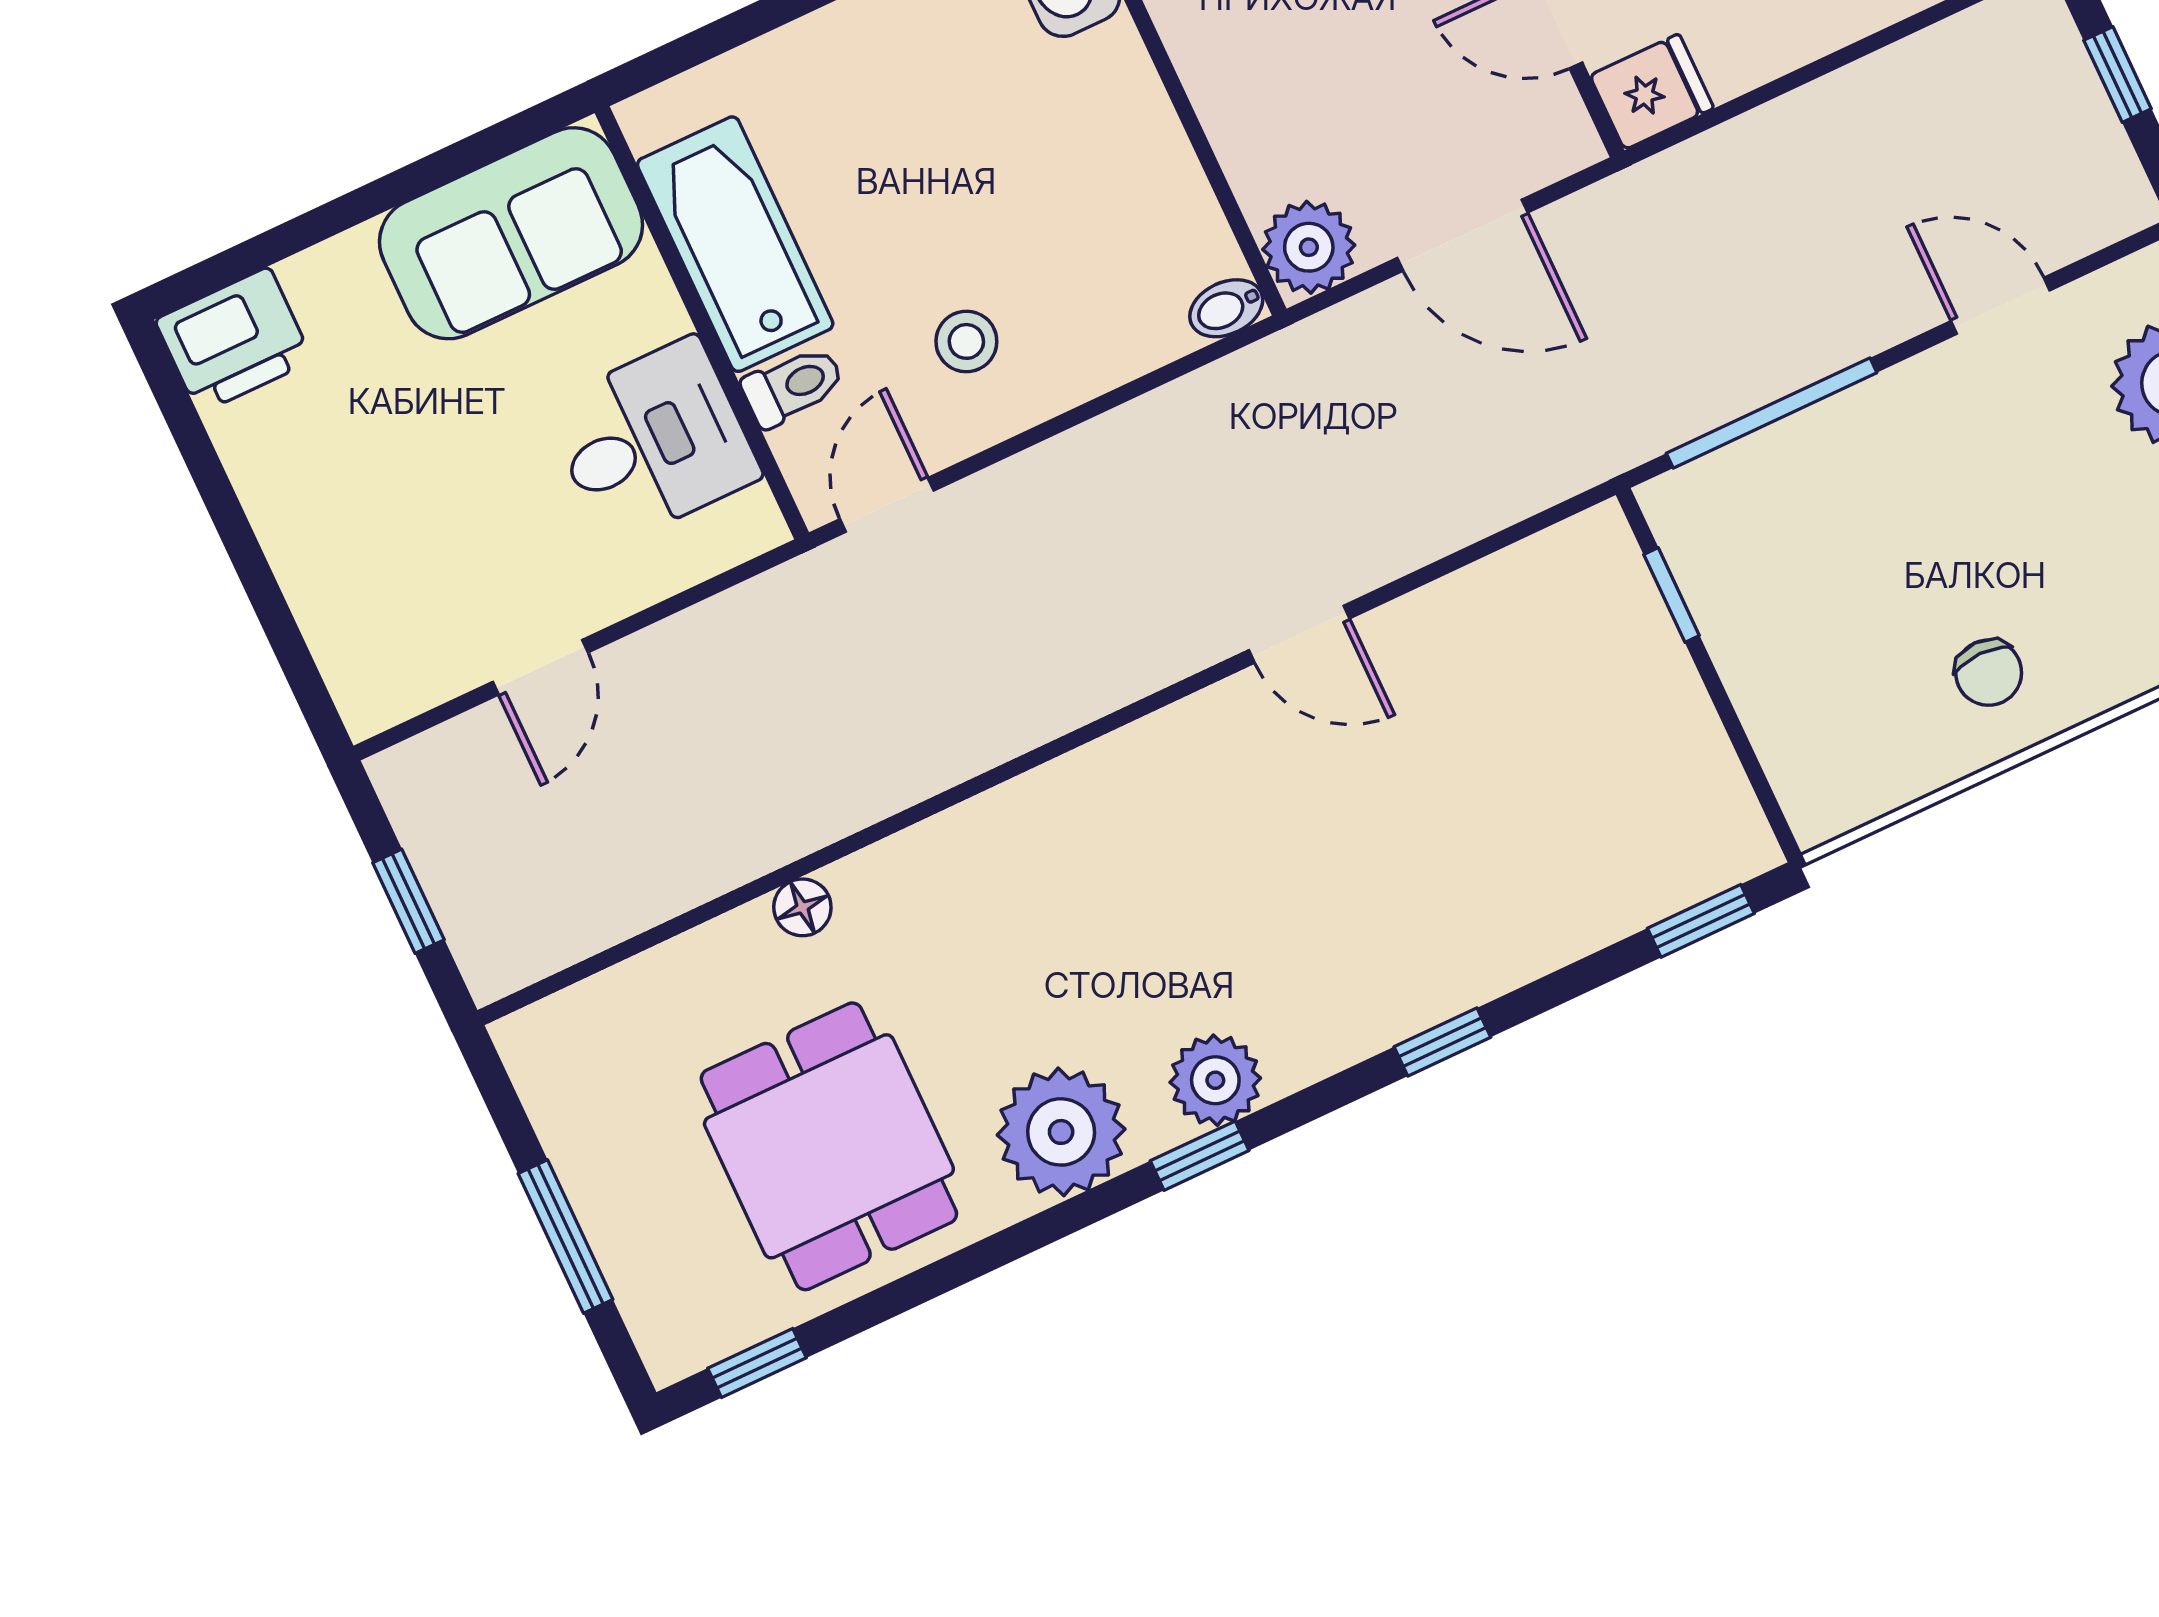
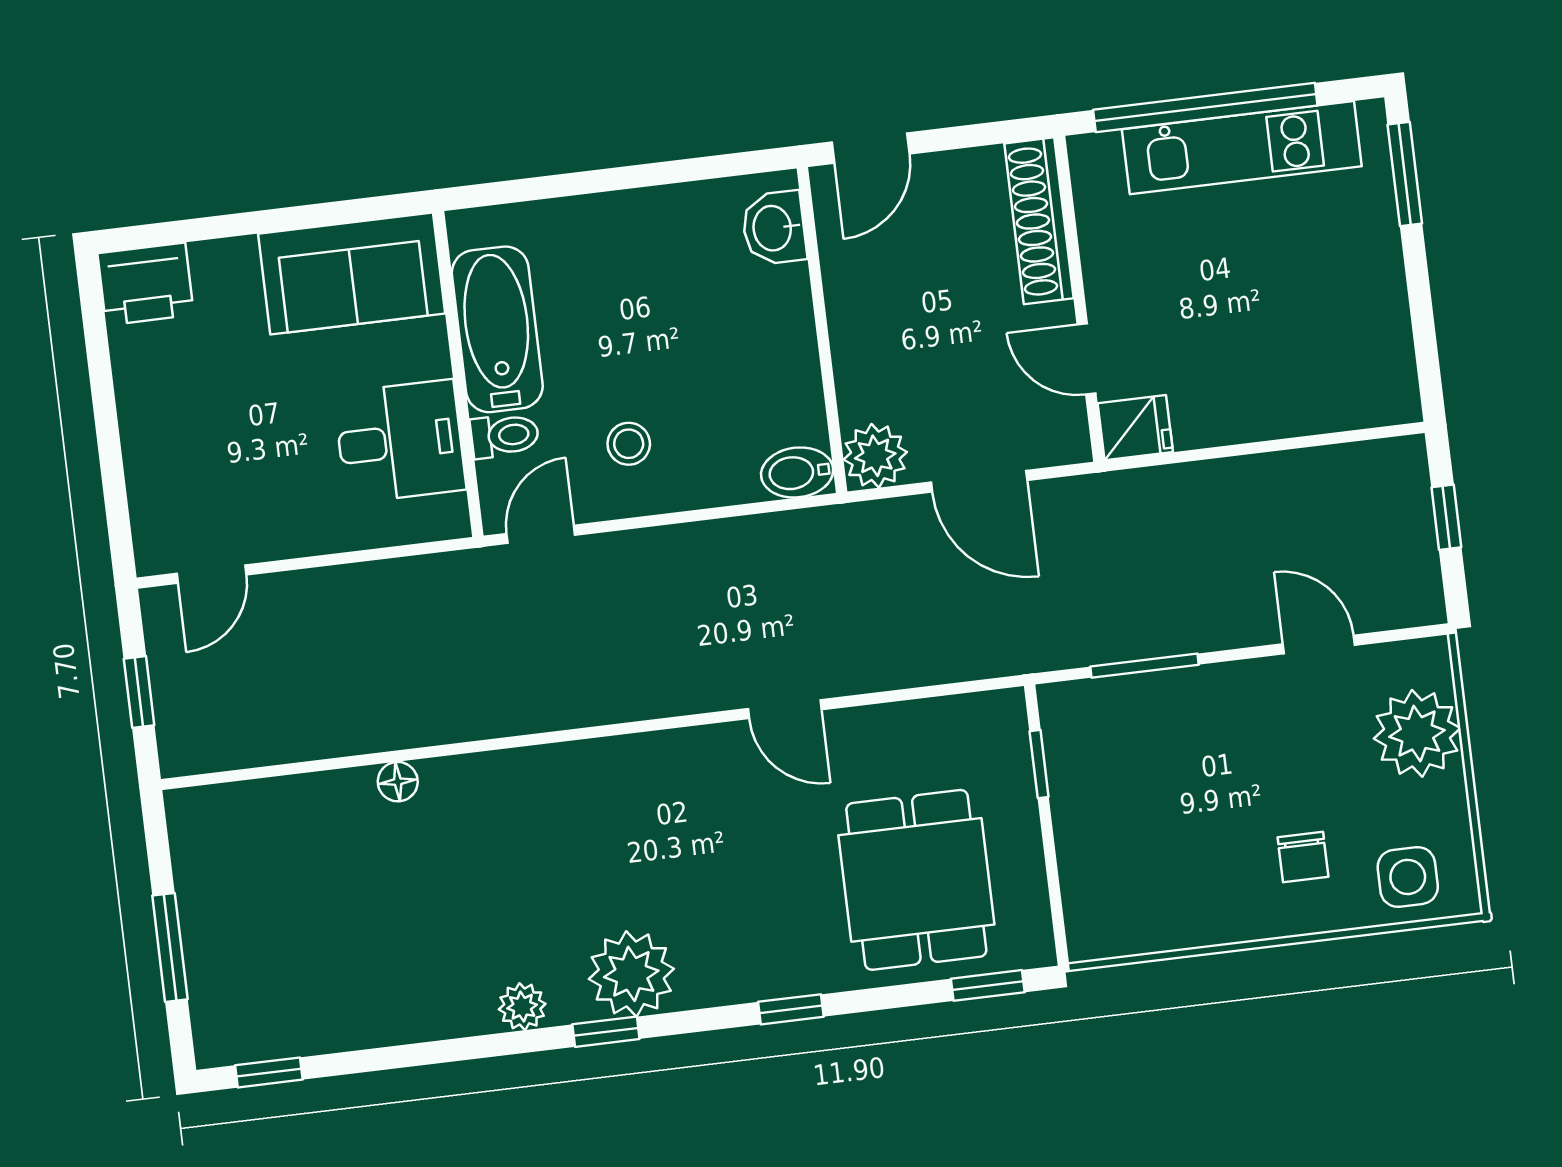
bidet: (1226, 308) -> (797, 472), width x1.38, depth x1.36
window: (1772, 413) -> (1145, 666), width x0.69
door: (540, 667) -> (211, 574), moved
chair: (1989, 673) -> (1303, 857), moved
plant: (1215, 1080) -> (631, 974), width x1.36, depth x1.36
plant: (1061, 1132) -> (522, 1007), width x0.53, depth x0.53
dining table: (829, 1146) -> (916, 880), moved

